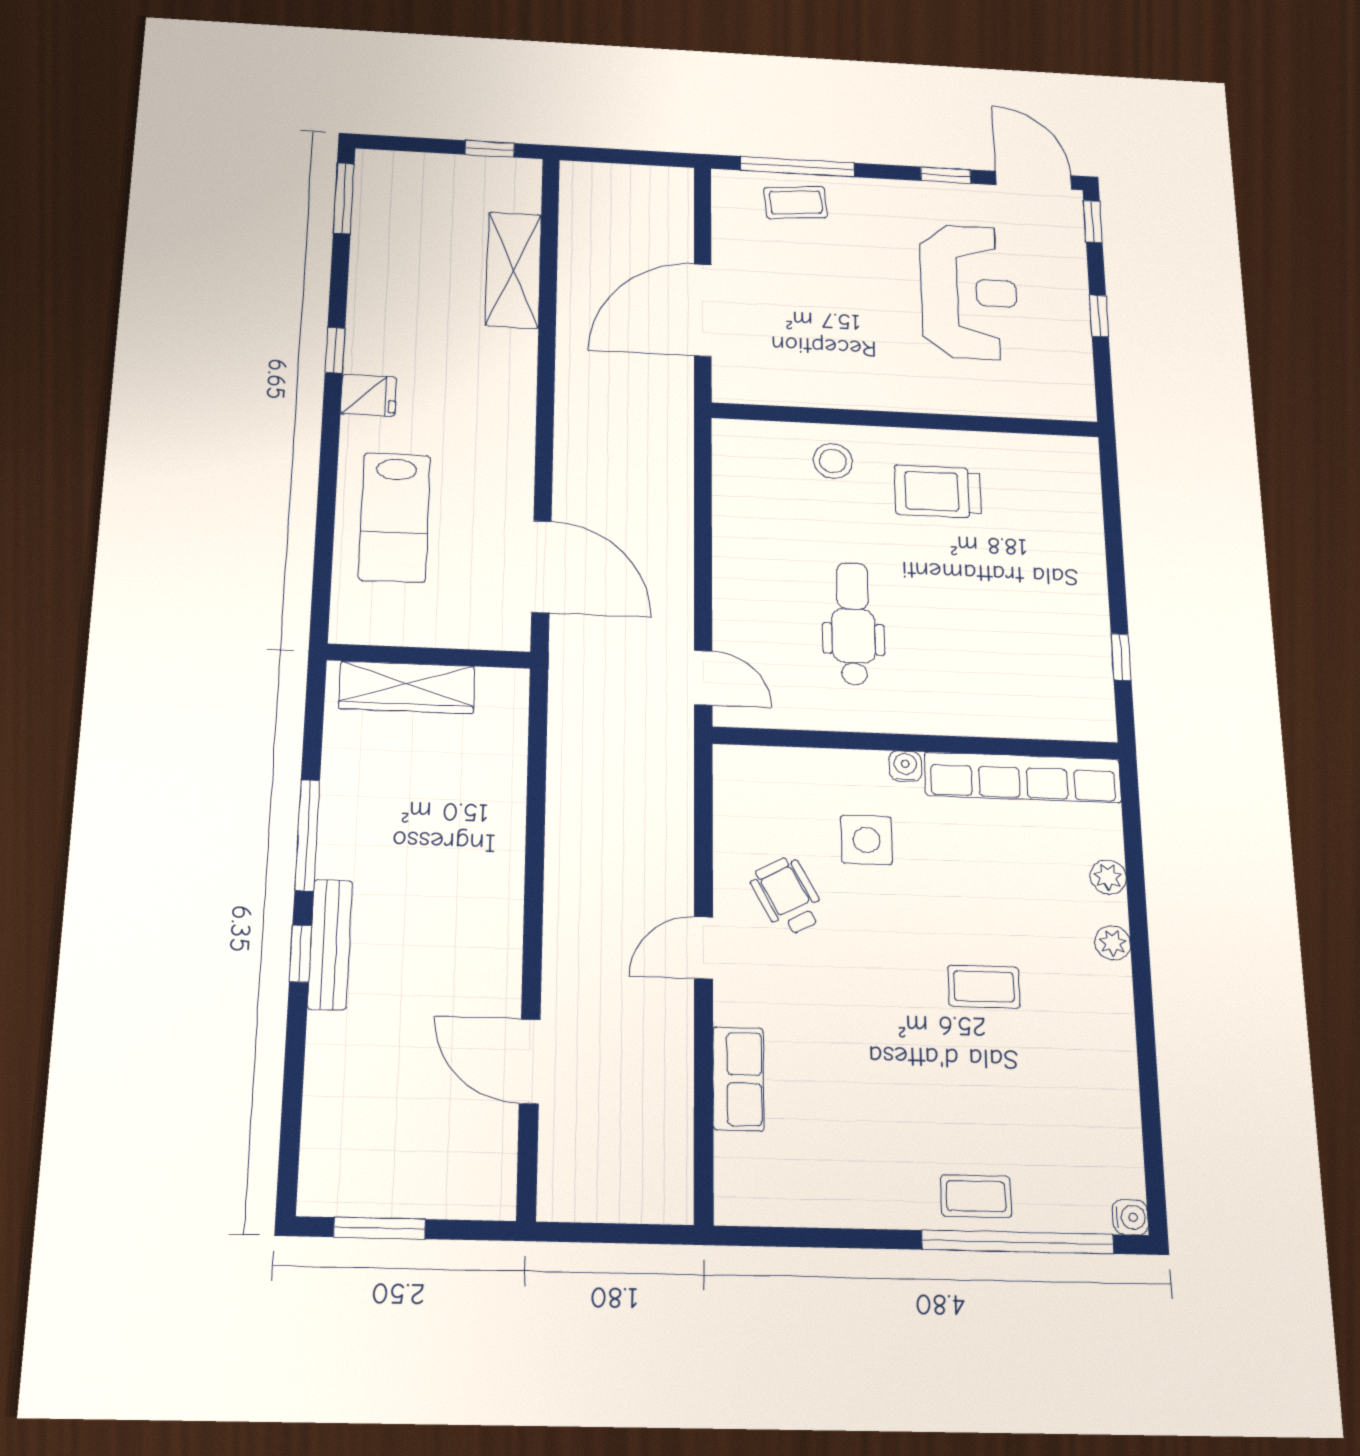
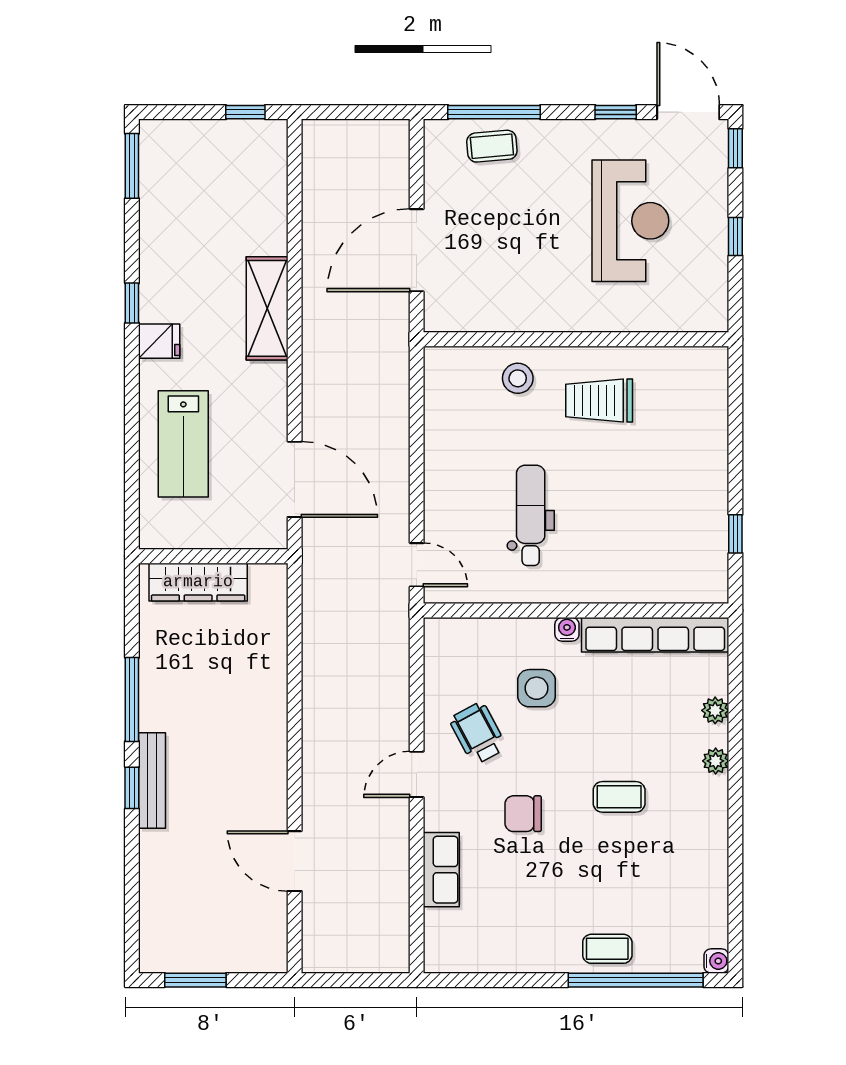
shelving: (513, 270) -> (267, 308), moved
chair: (852, 1005) -> (523, 814), added

